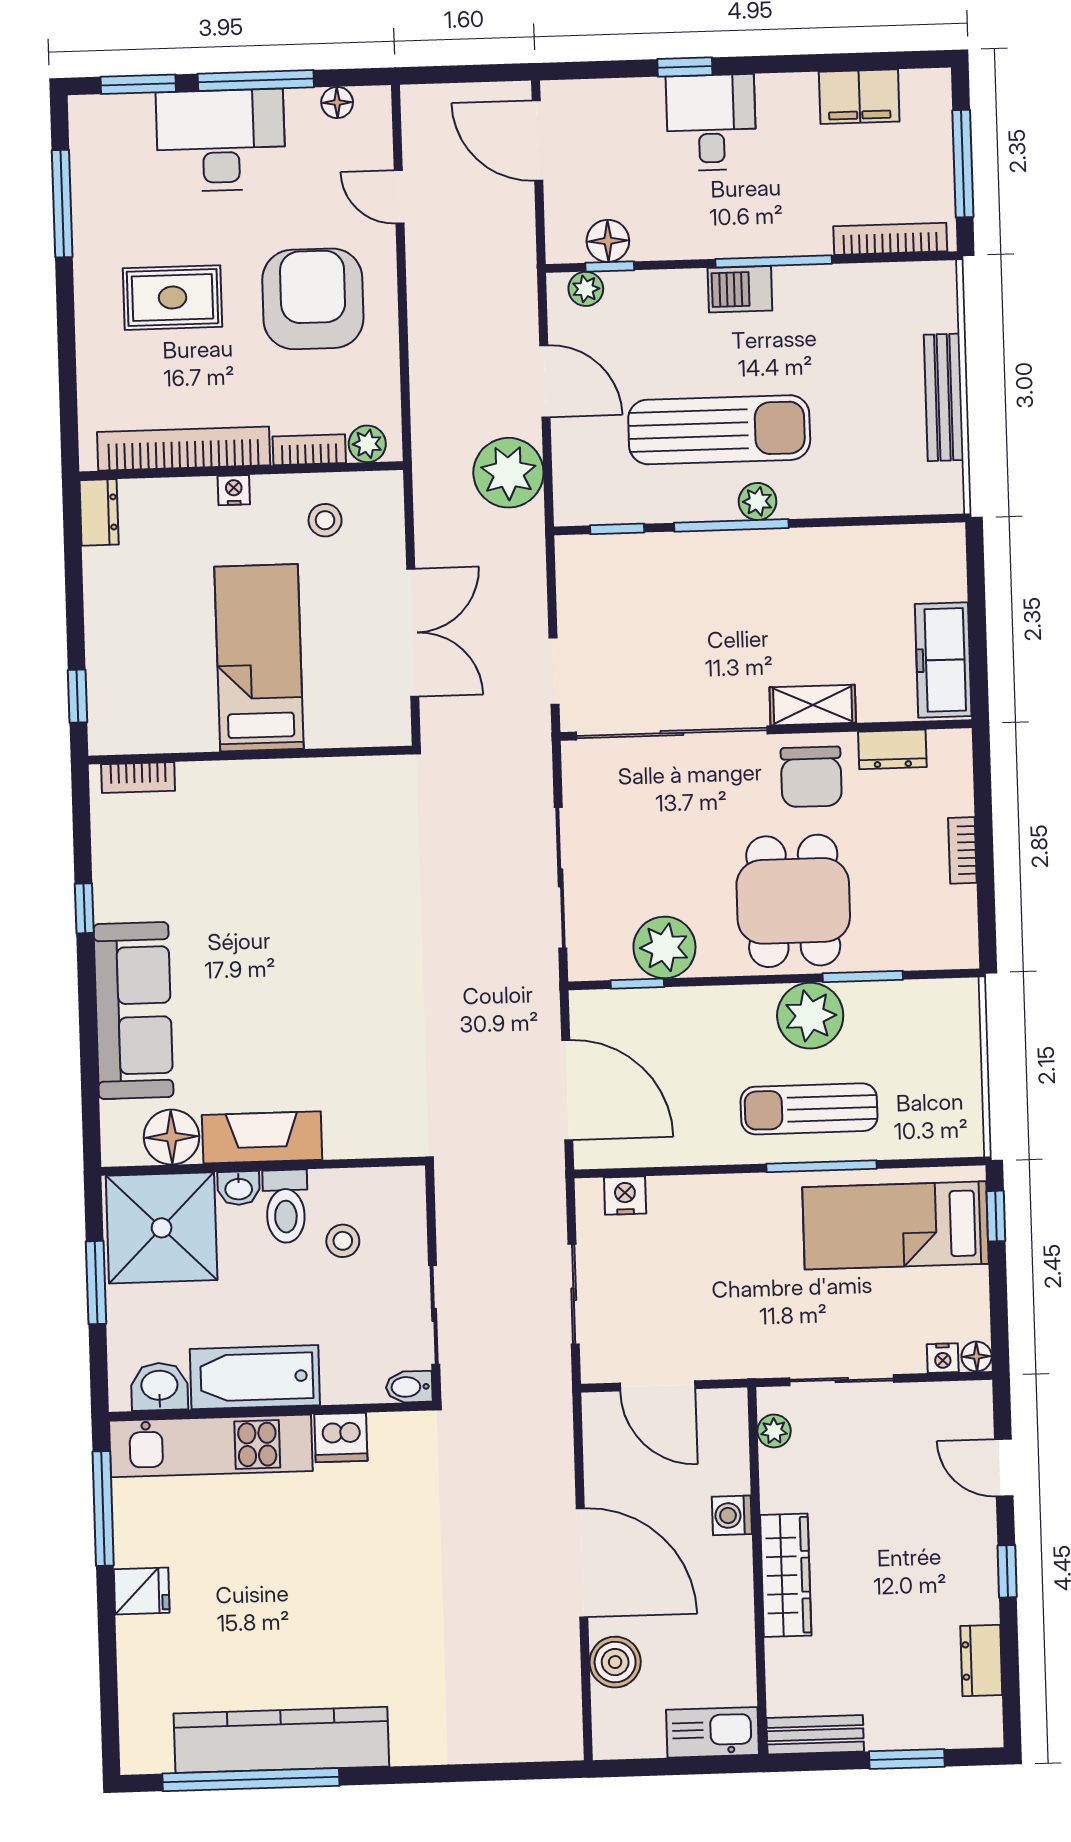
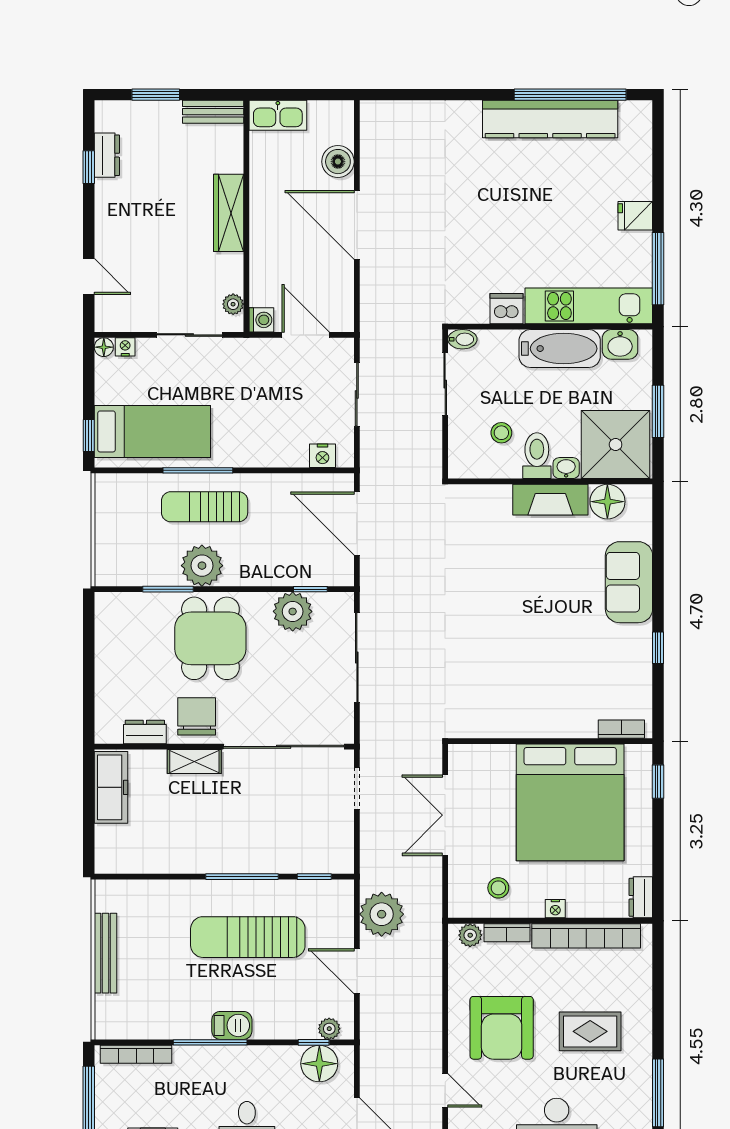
floor lamp: (608, 241) -> (319, 1064), width x1.38, depth x1.38
plant: (758, 501) -> (225, 891), removed
bed: (259, 658) -> (570, 802), width x2.04
bookcase: (962, 850) -> (103, 667), removed
sofa: (133, 1011) -> (629, 582), width x0.73
sun lounger: (809, 1109) -> (205, 507), turned 180
washing machine: (732, 1515) -> (261, 320), moved
window: (1007, 1571) -> (89, 167), moved

